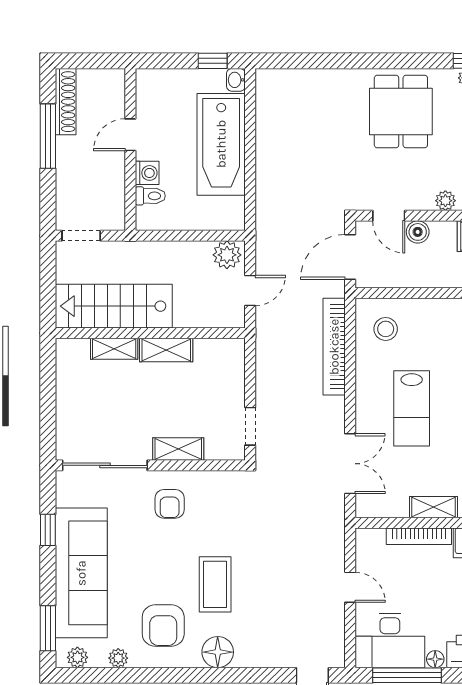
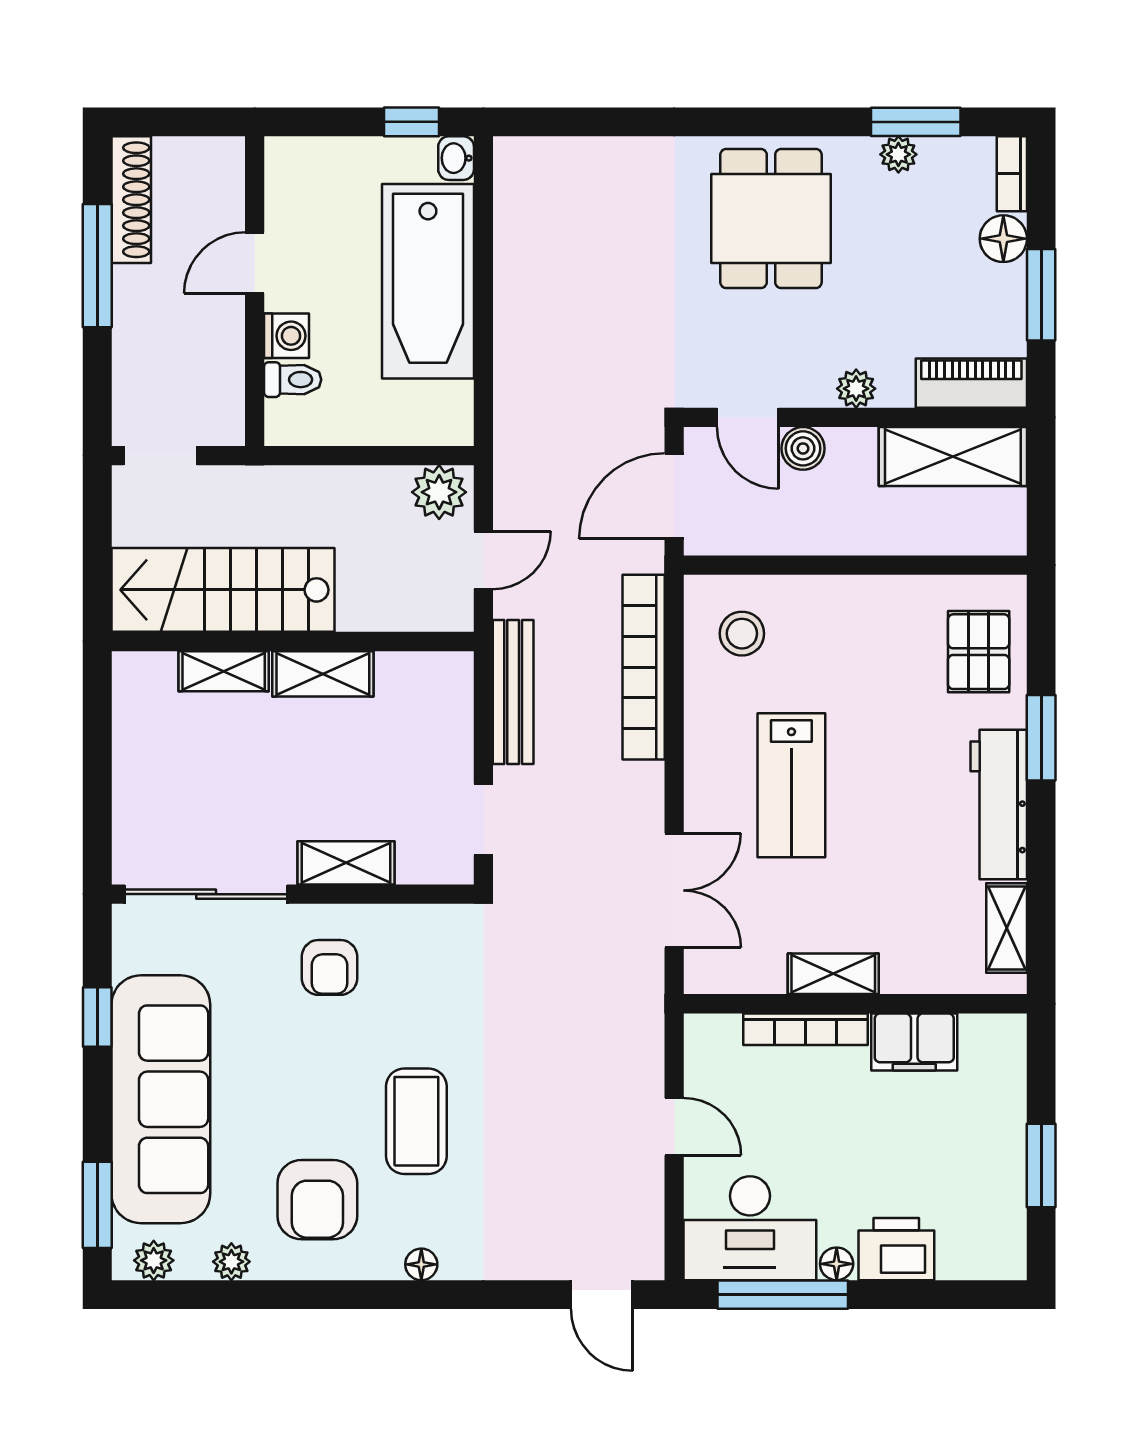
bench: (266, 360) -> (513, 692), added
floor lamp: (218, 652) -> (421, 1264), width x0.53, depth x0.53

